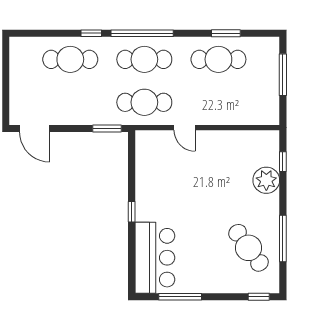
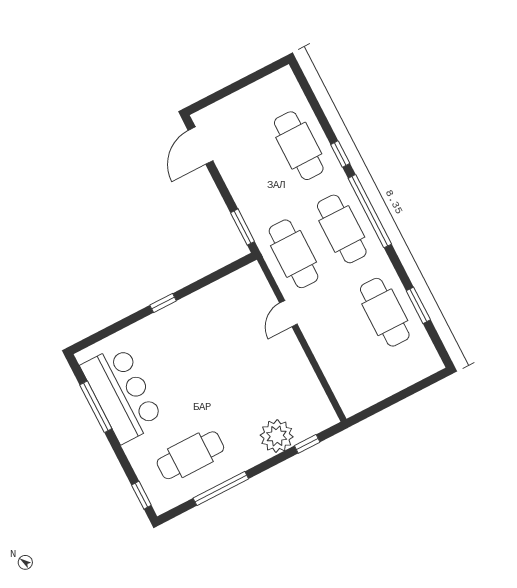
window: (283, 75) -> (405, 393), removed
cafe table: (249, 248) -> (190, 455), turned 36
bar counter: (155, 258) -> (122, 394), moved, turned -90

